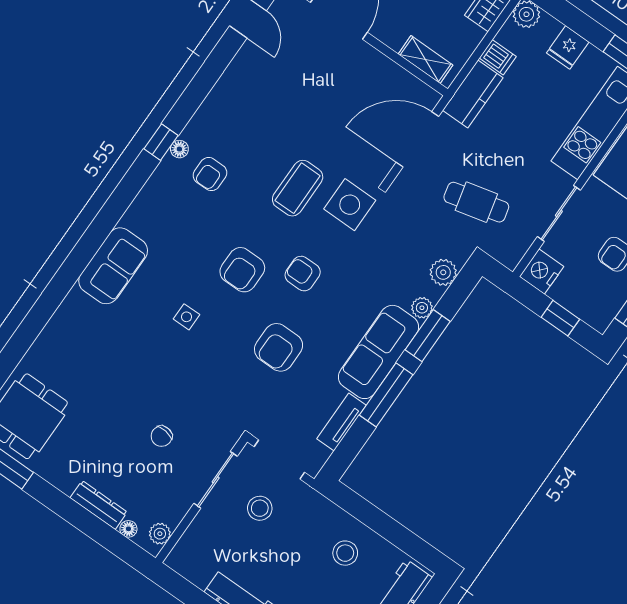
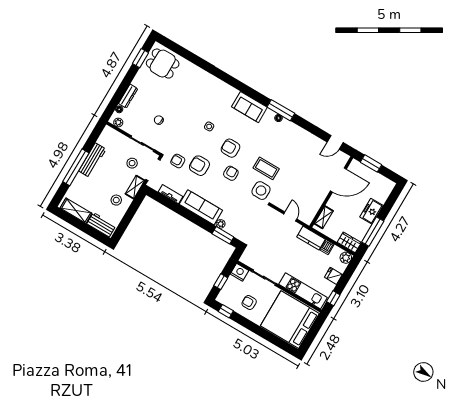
door: (417, 139) -> (290, 216), width x0.53
window: (161, 142) -> (281, 110), width x2.17
armchair: (210, 174) -> (178, 161), moved
cafe table: (476, 202) -> (266, 243), removed
sofa: (113, 266) -> (249, 107), moved
plant: (443, 272) -> (236, 232), removed
window: (428, 336) -> (223, 235), moved
window: (386, 395) -> (183, 212), removed
shelving: (318, 506) -> (135, 187), added

